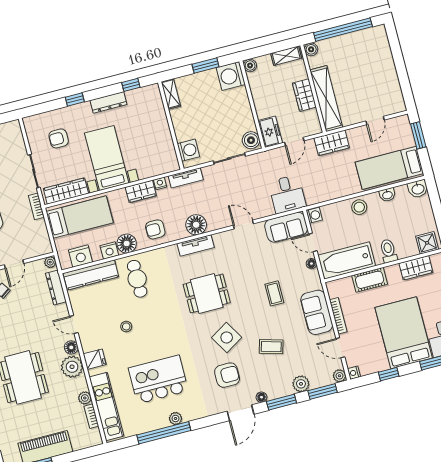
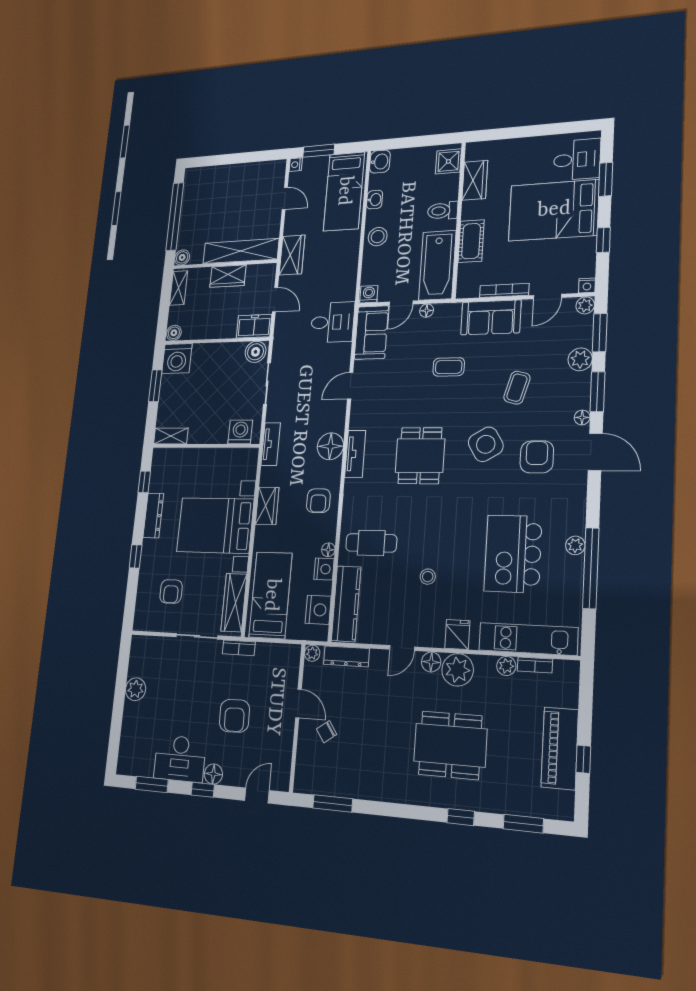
bed with nightstands: (107, 158) -> (215, 525), width x1.36
nightstand: (160, 183) -> (296, 165), moved
floor lamp: (127, 244) -> (328, 550), width x0.53, depth x0.53

